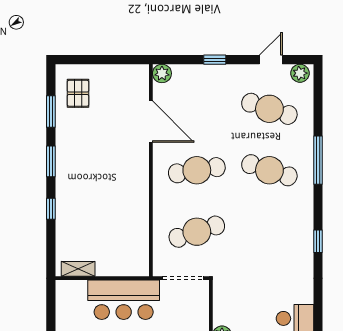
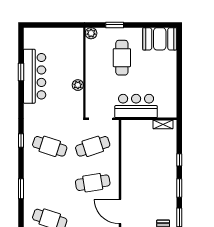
window: (318, 160) -> (21, 189), width x0.69
cafe table: (269, 170) -> (50, 146), moved

